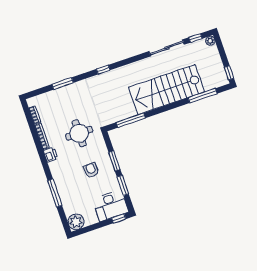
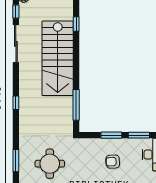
window: (103, 70) -> (16, 103), moved
window: (203, 96) -> (76, 24), width x0.46
round table: (79, 133) -> (50, 164), moved

